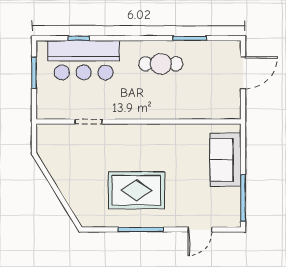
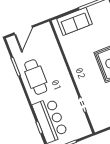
cafe table: (161, 64) -> (36, 77), width x1.37, depth x1.35
door: (243, 73) -> (23, 30), swing flipped

